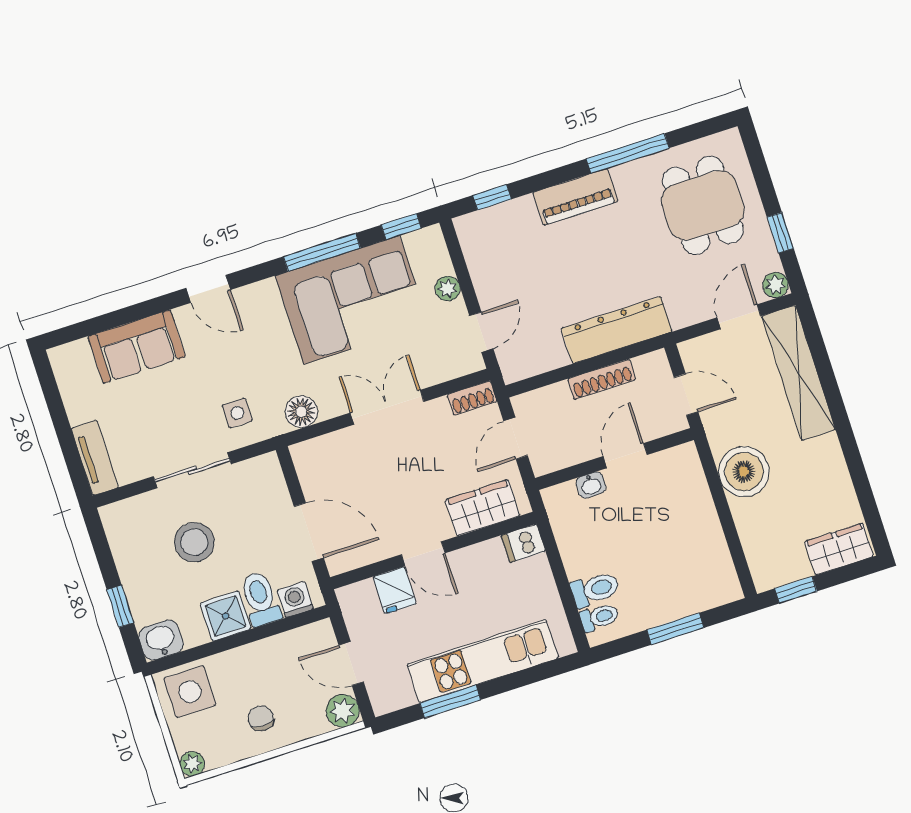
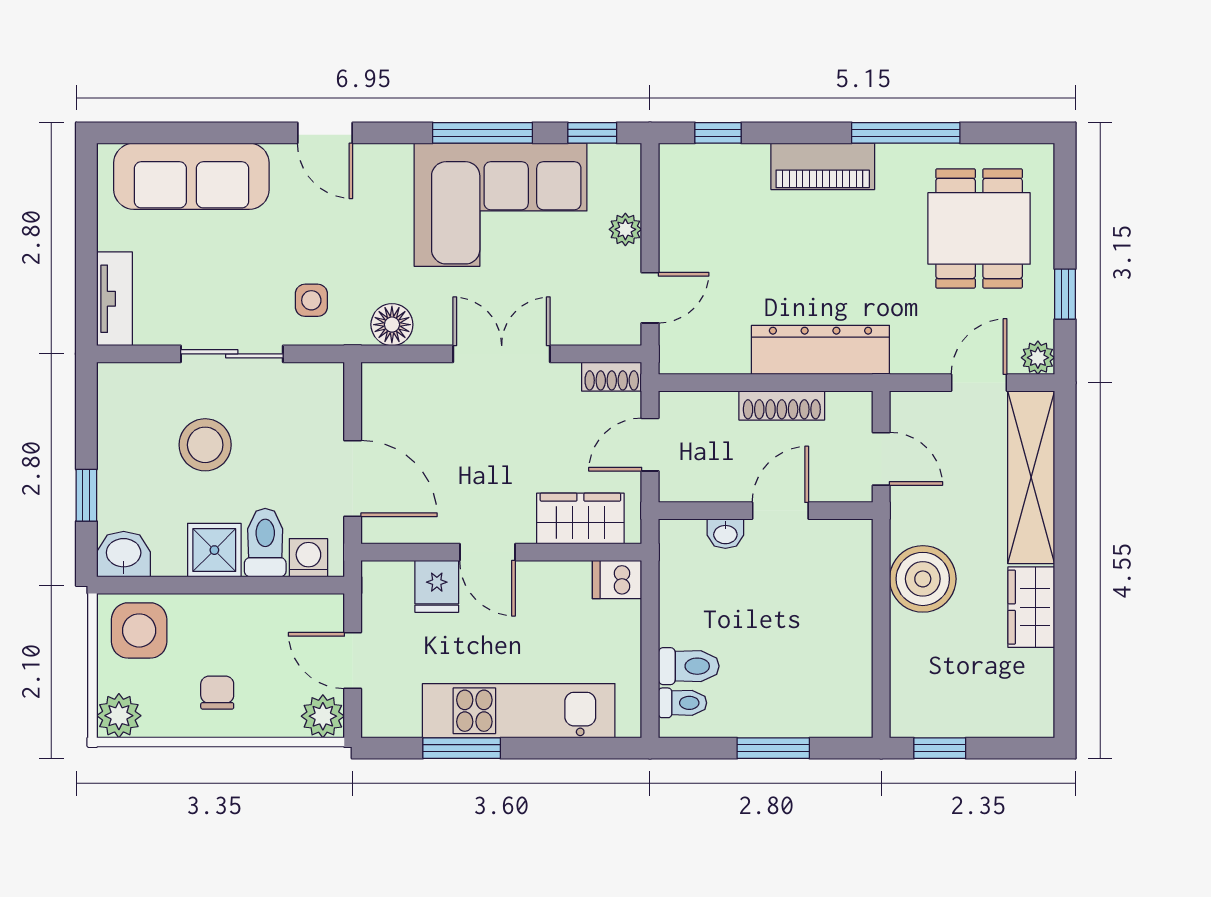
sofa: (137, 347) -> (191, 176), width x1.36
wardrobe: (839, 549) -> (1031, 607), moved, turned -90
plant: (192, 764) -> (119, 716), width x1.38, depth x1.38

